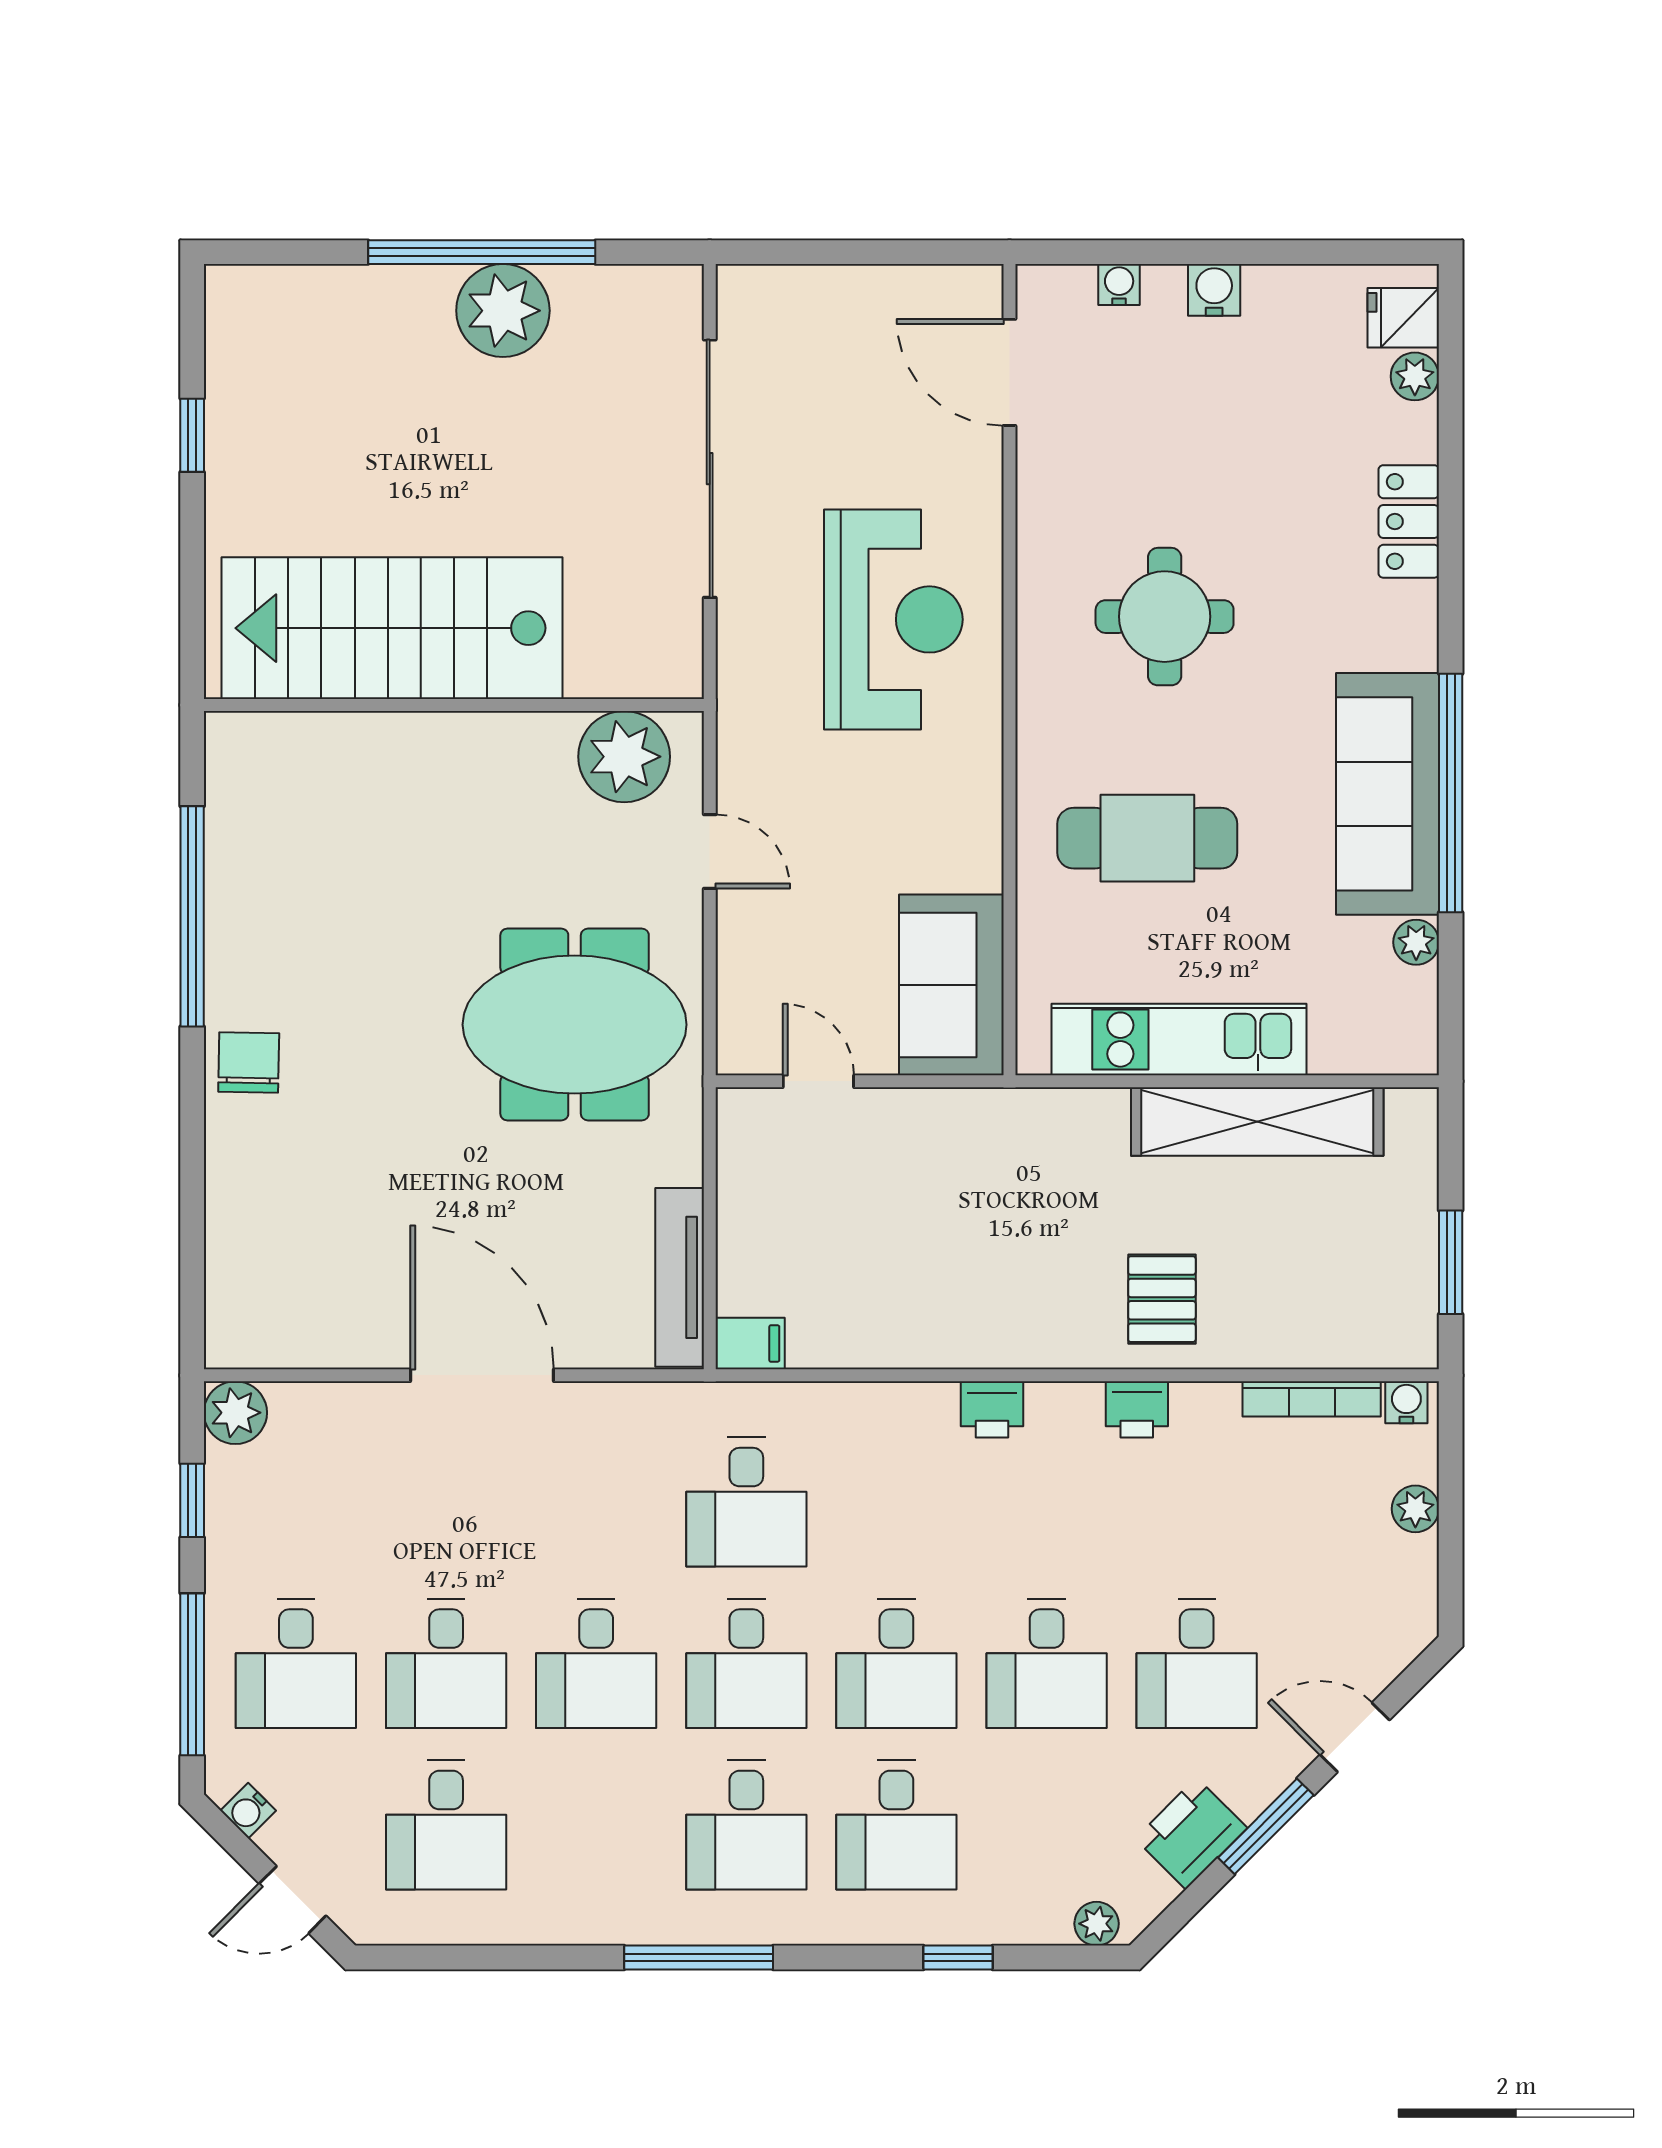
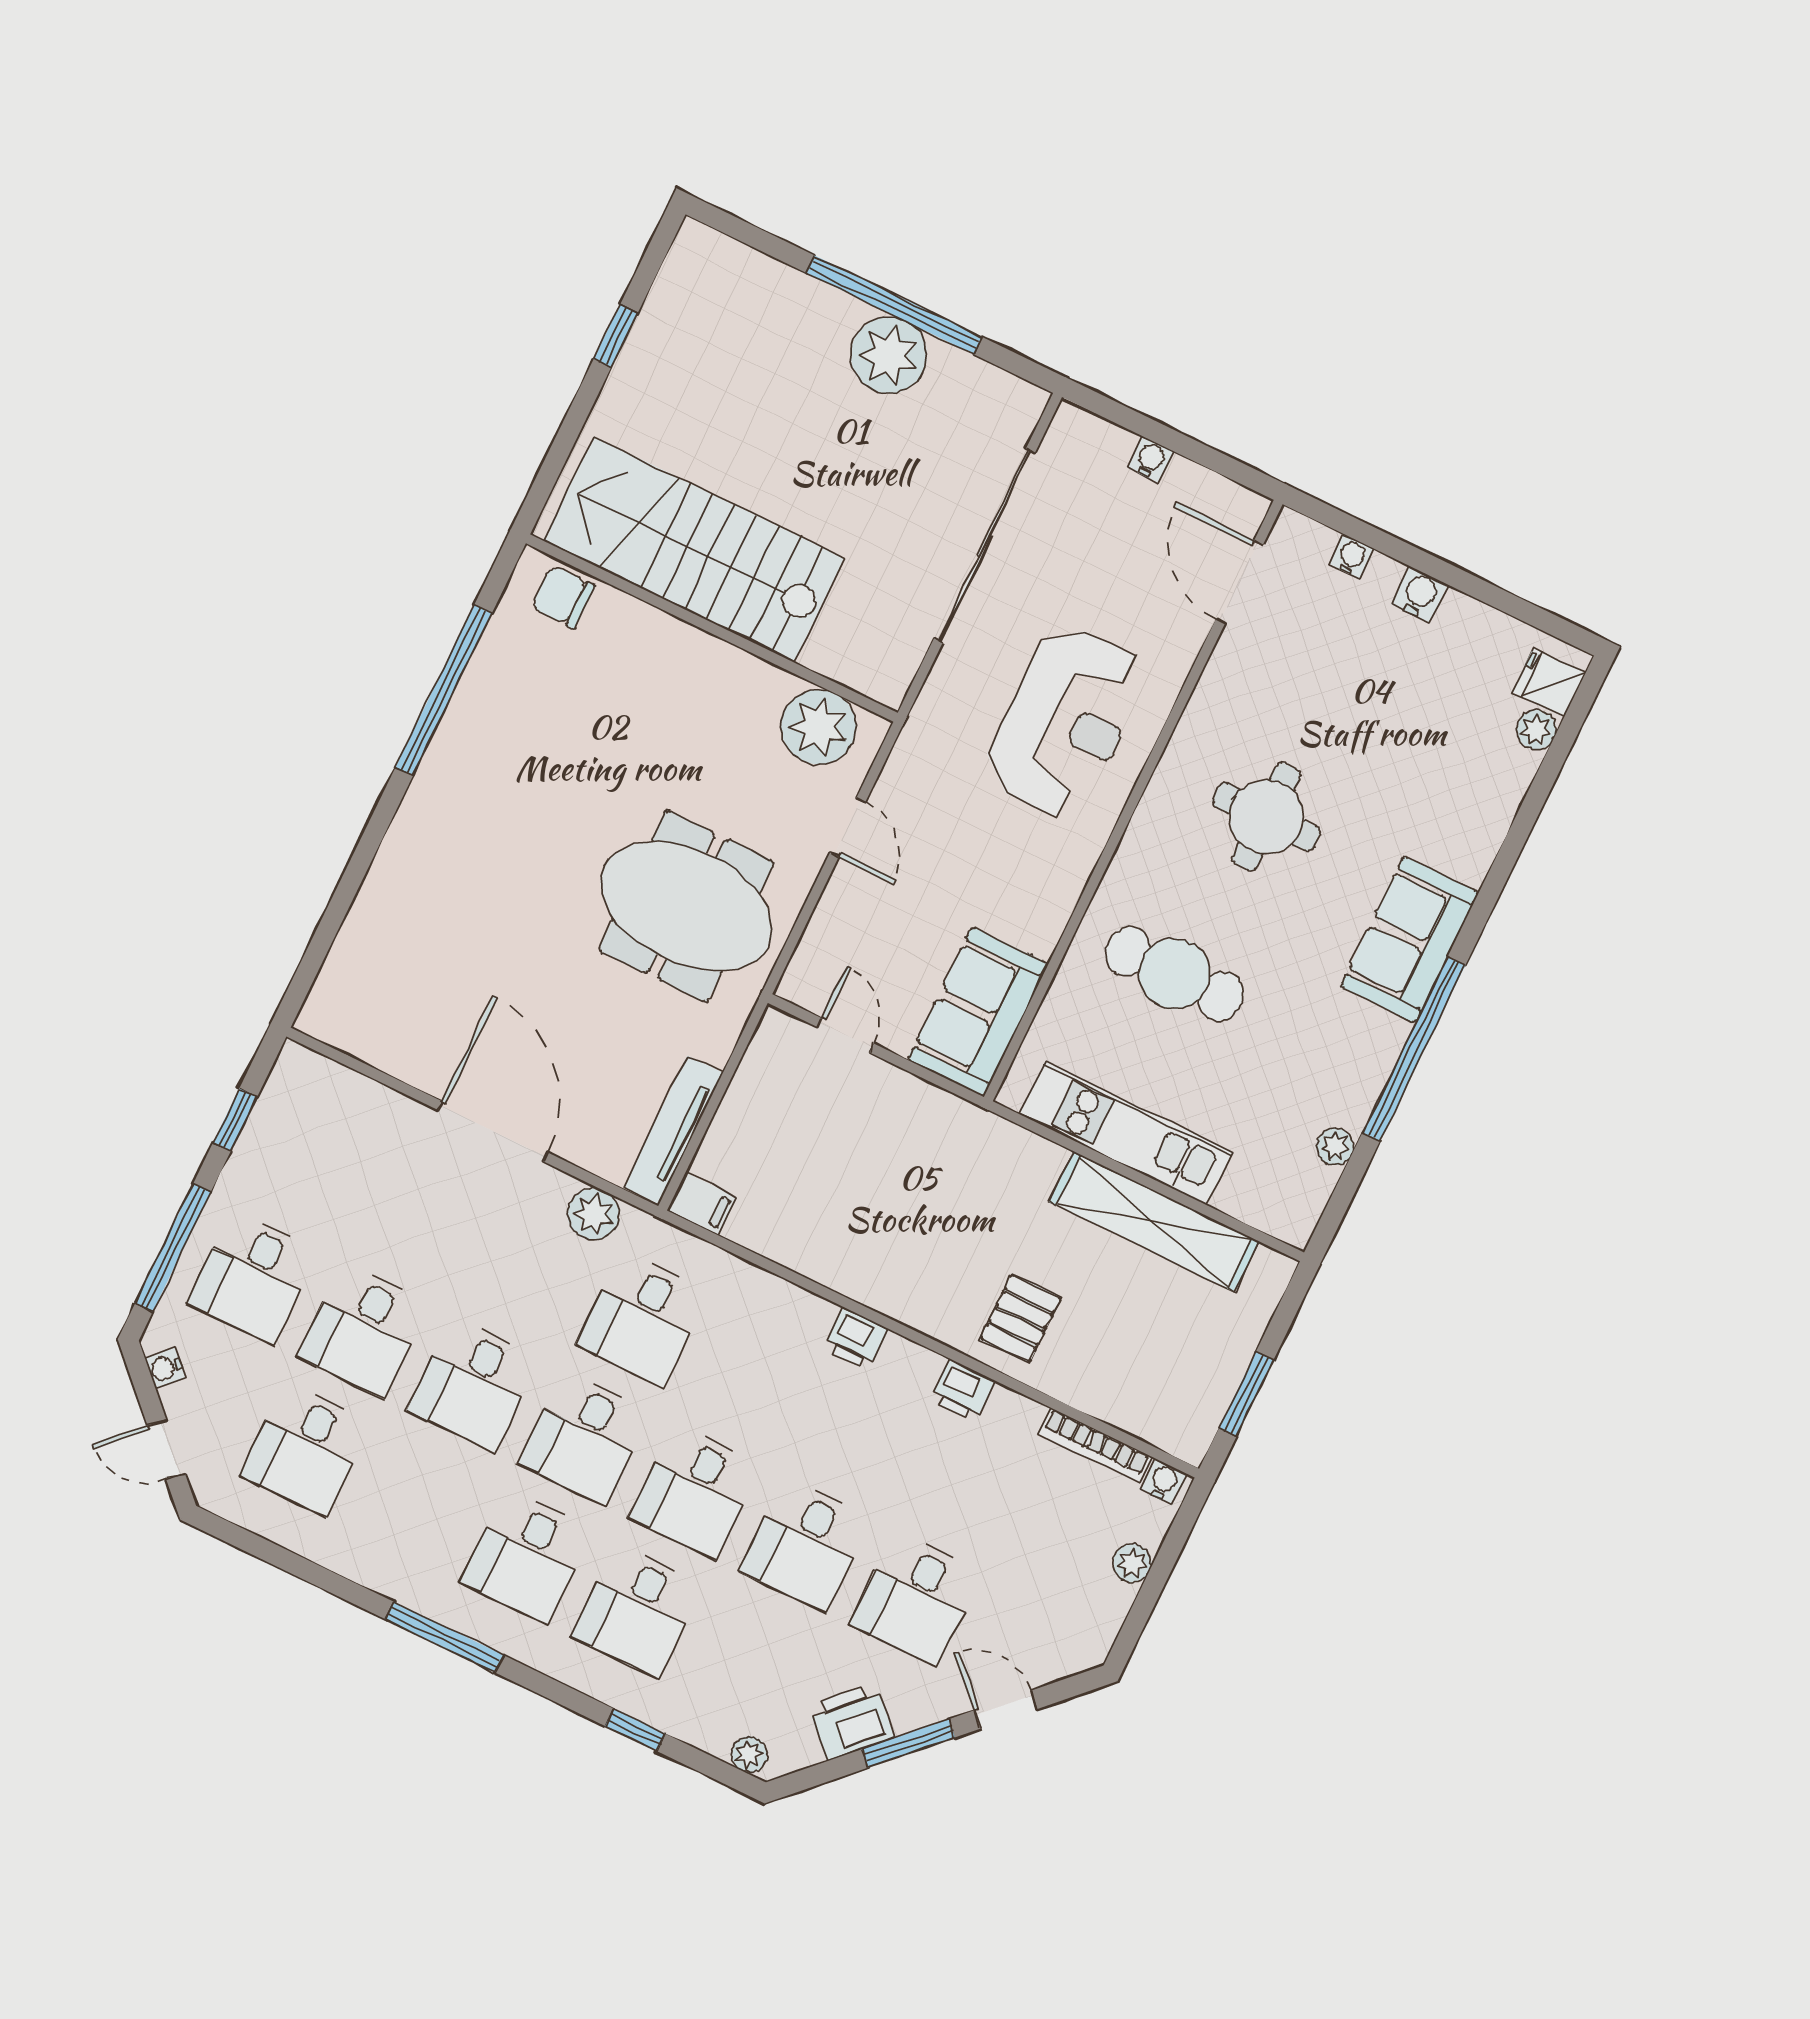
water cooler: (846, 285) -> (1150, 459), added
locker: (1409, 521) -> (1480, 834), removed
sofa: (1387, 794) -> (1410, 939), moved, width x0.73
chair: (249, 1062) -> (563, 597), moved, turned -91
plant: (235, 1413) -> (593, 1214), moved

